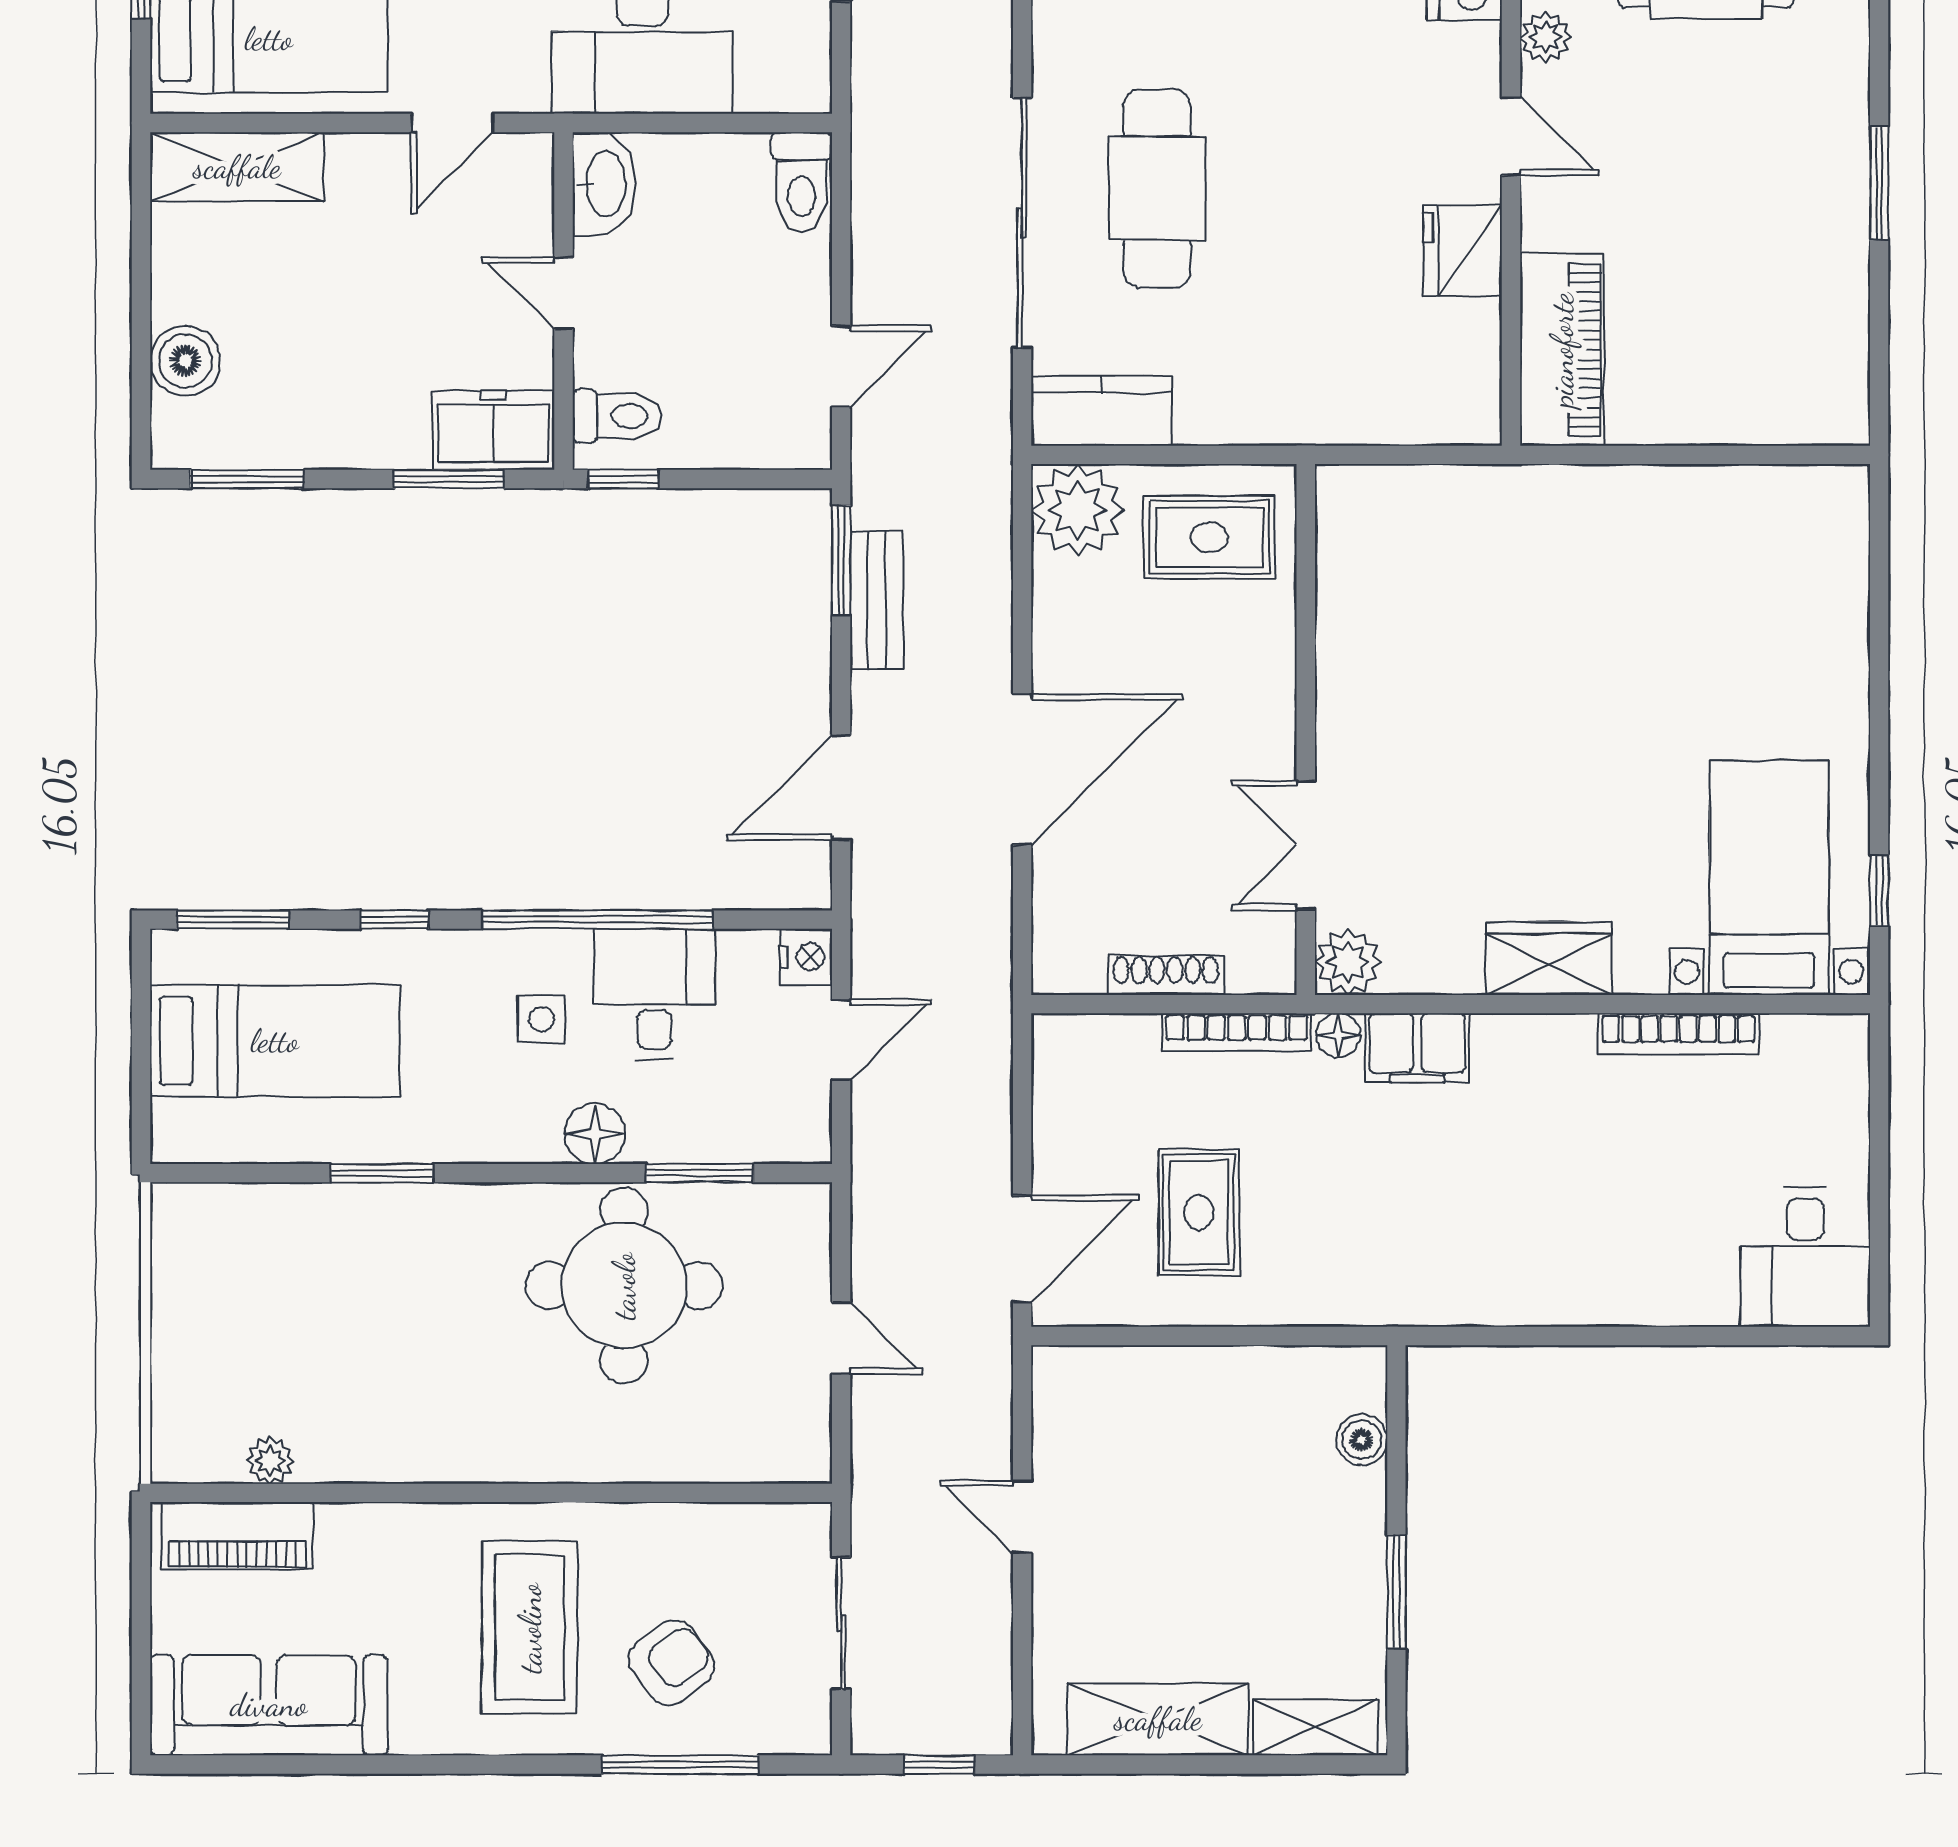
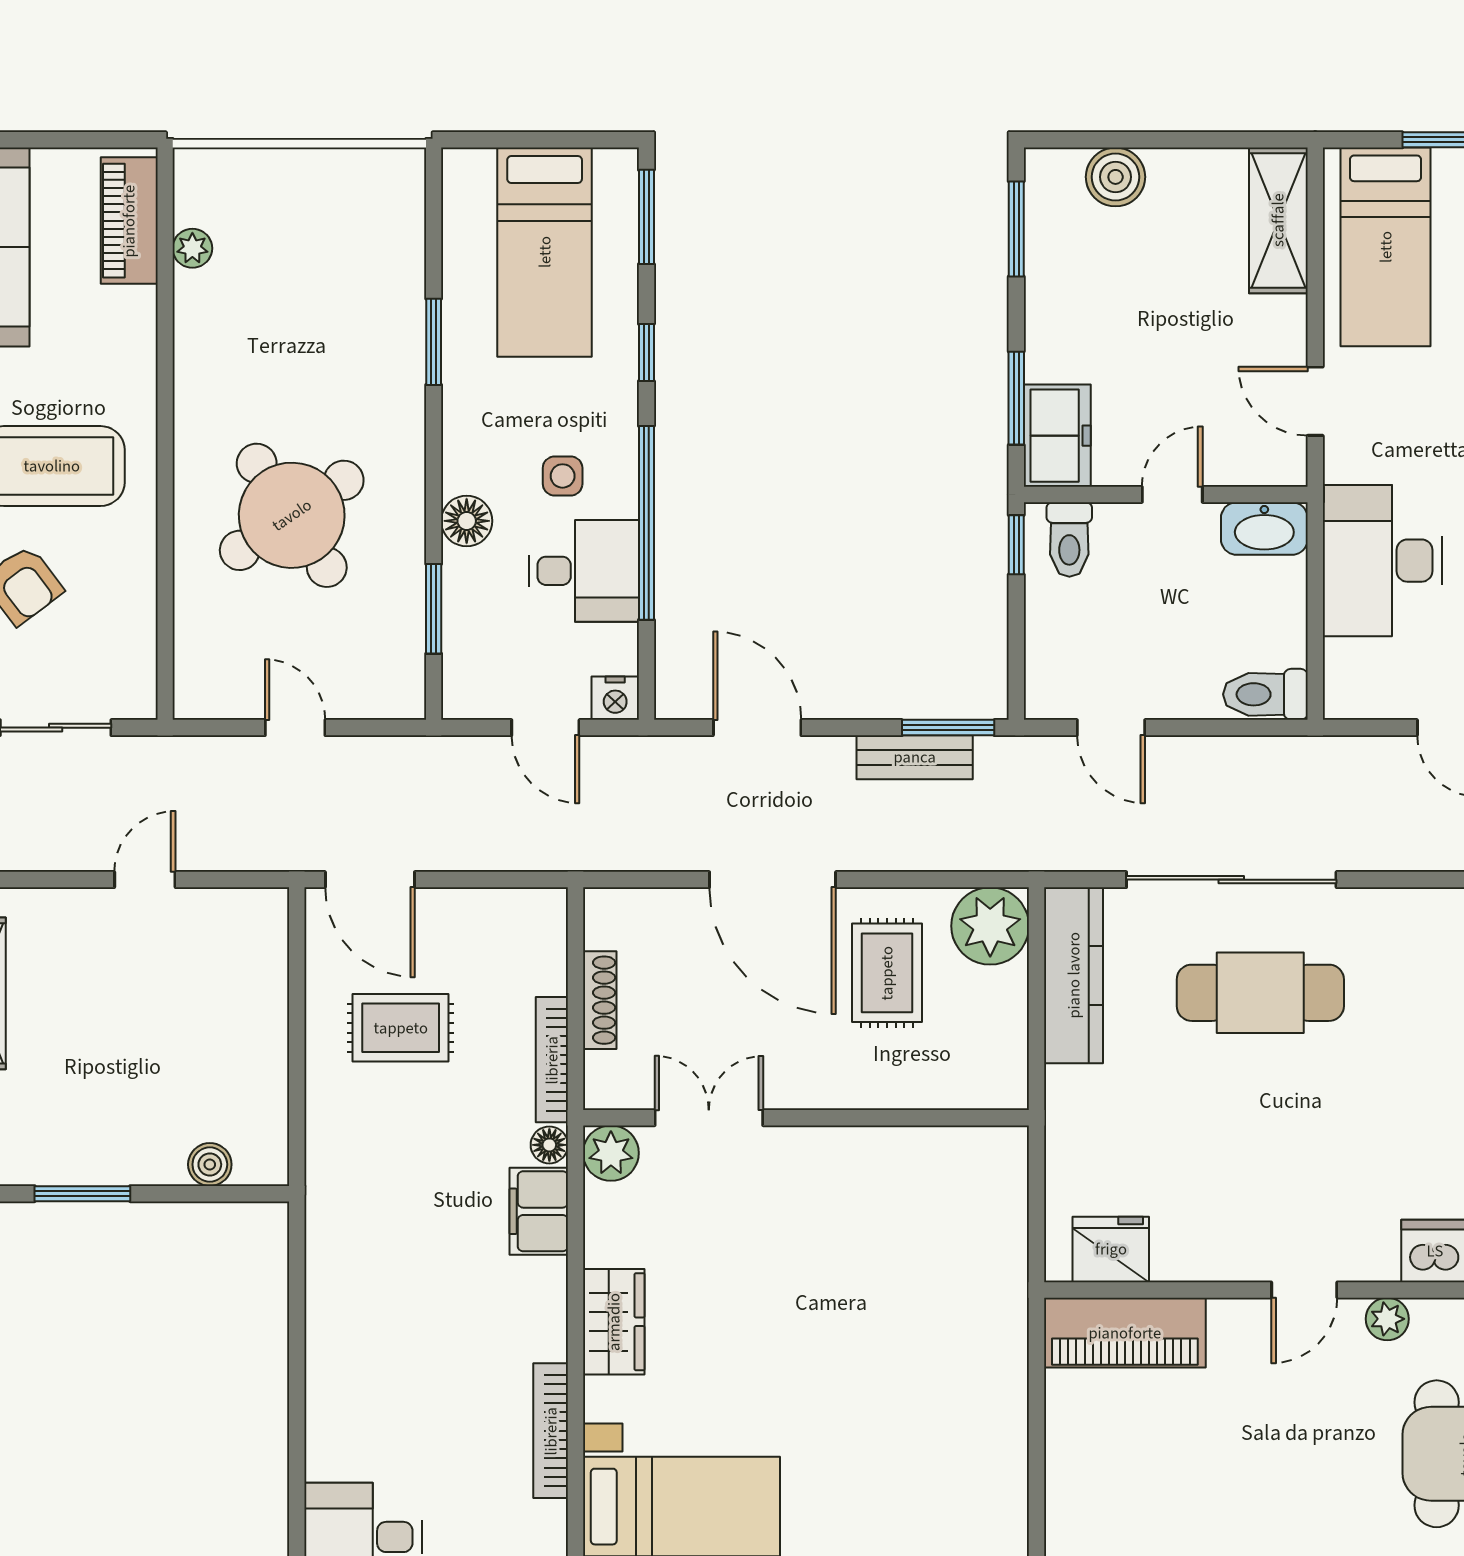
fridge: (1463, 251) -> (1111, 1249), moved
kitchen counter: (1101, 411) -> (1074, 975), width x1.50
rug: (1209, 537) -> (887, 973), moved
round table: (624, 1286) -> (292, 515), moved, turned -34
door: (841, 1338) -> (295, 728), swing flipped

